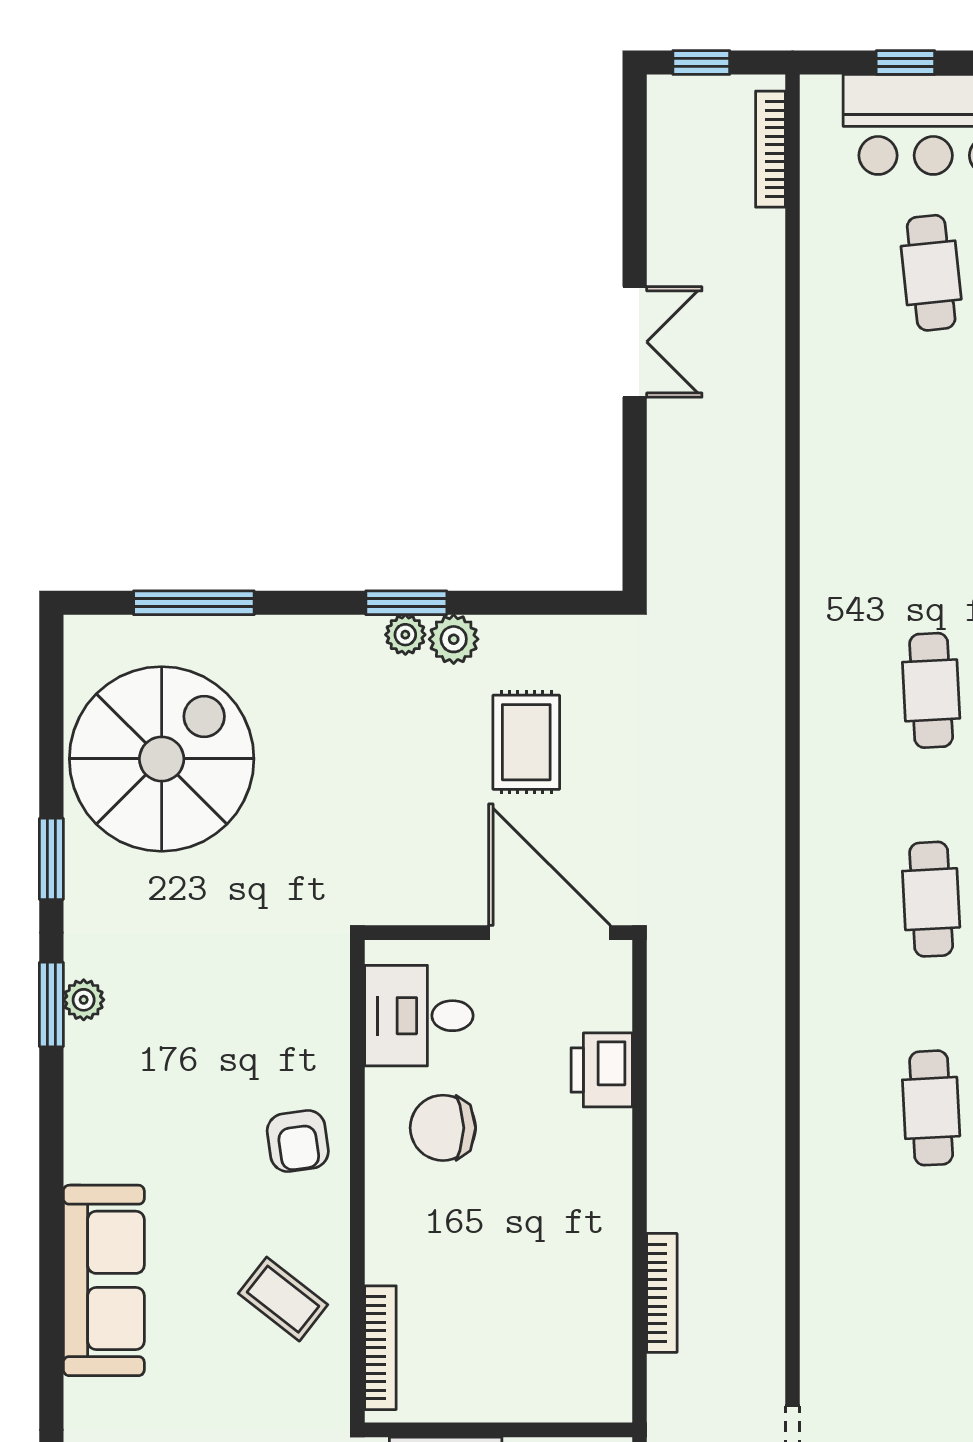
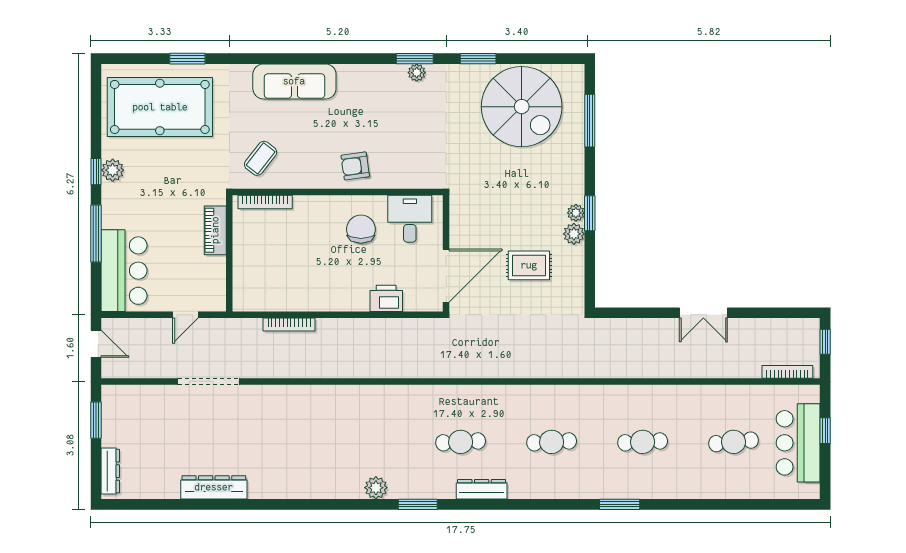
cafe table: (931, 1108) -> (643, 442), moved
coffee table: (283, 1299) -> (261, 158), moved

